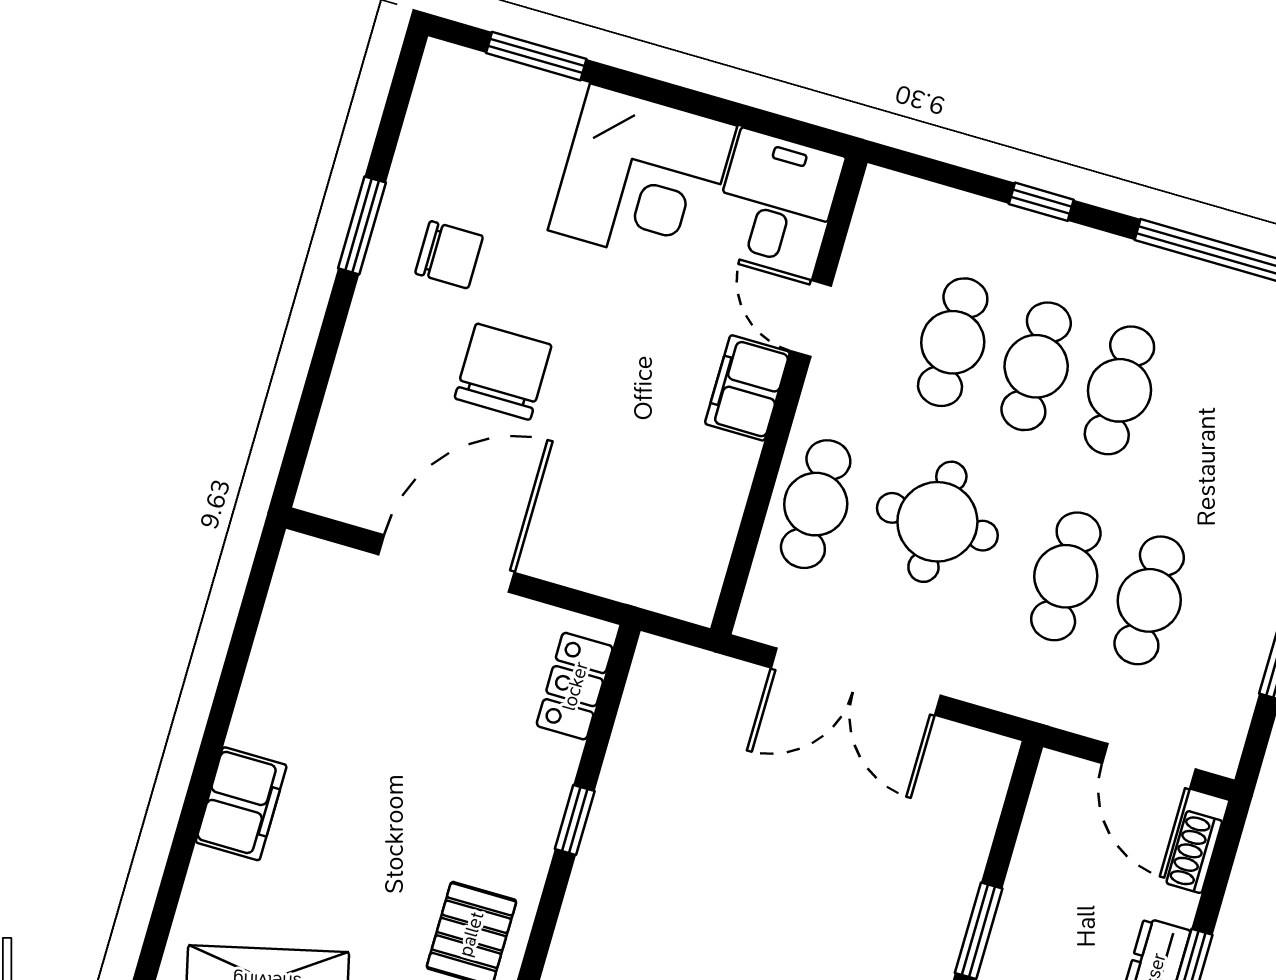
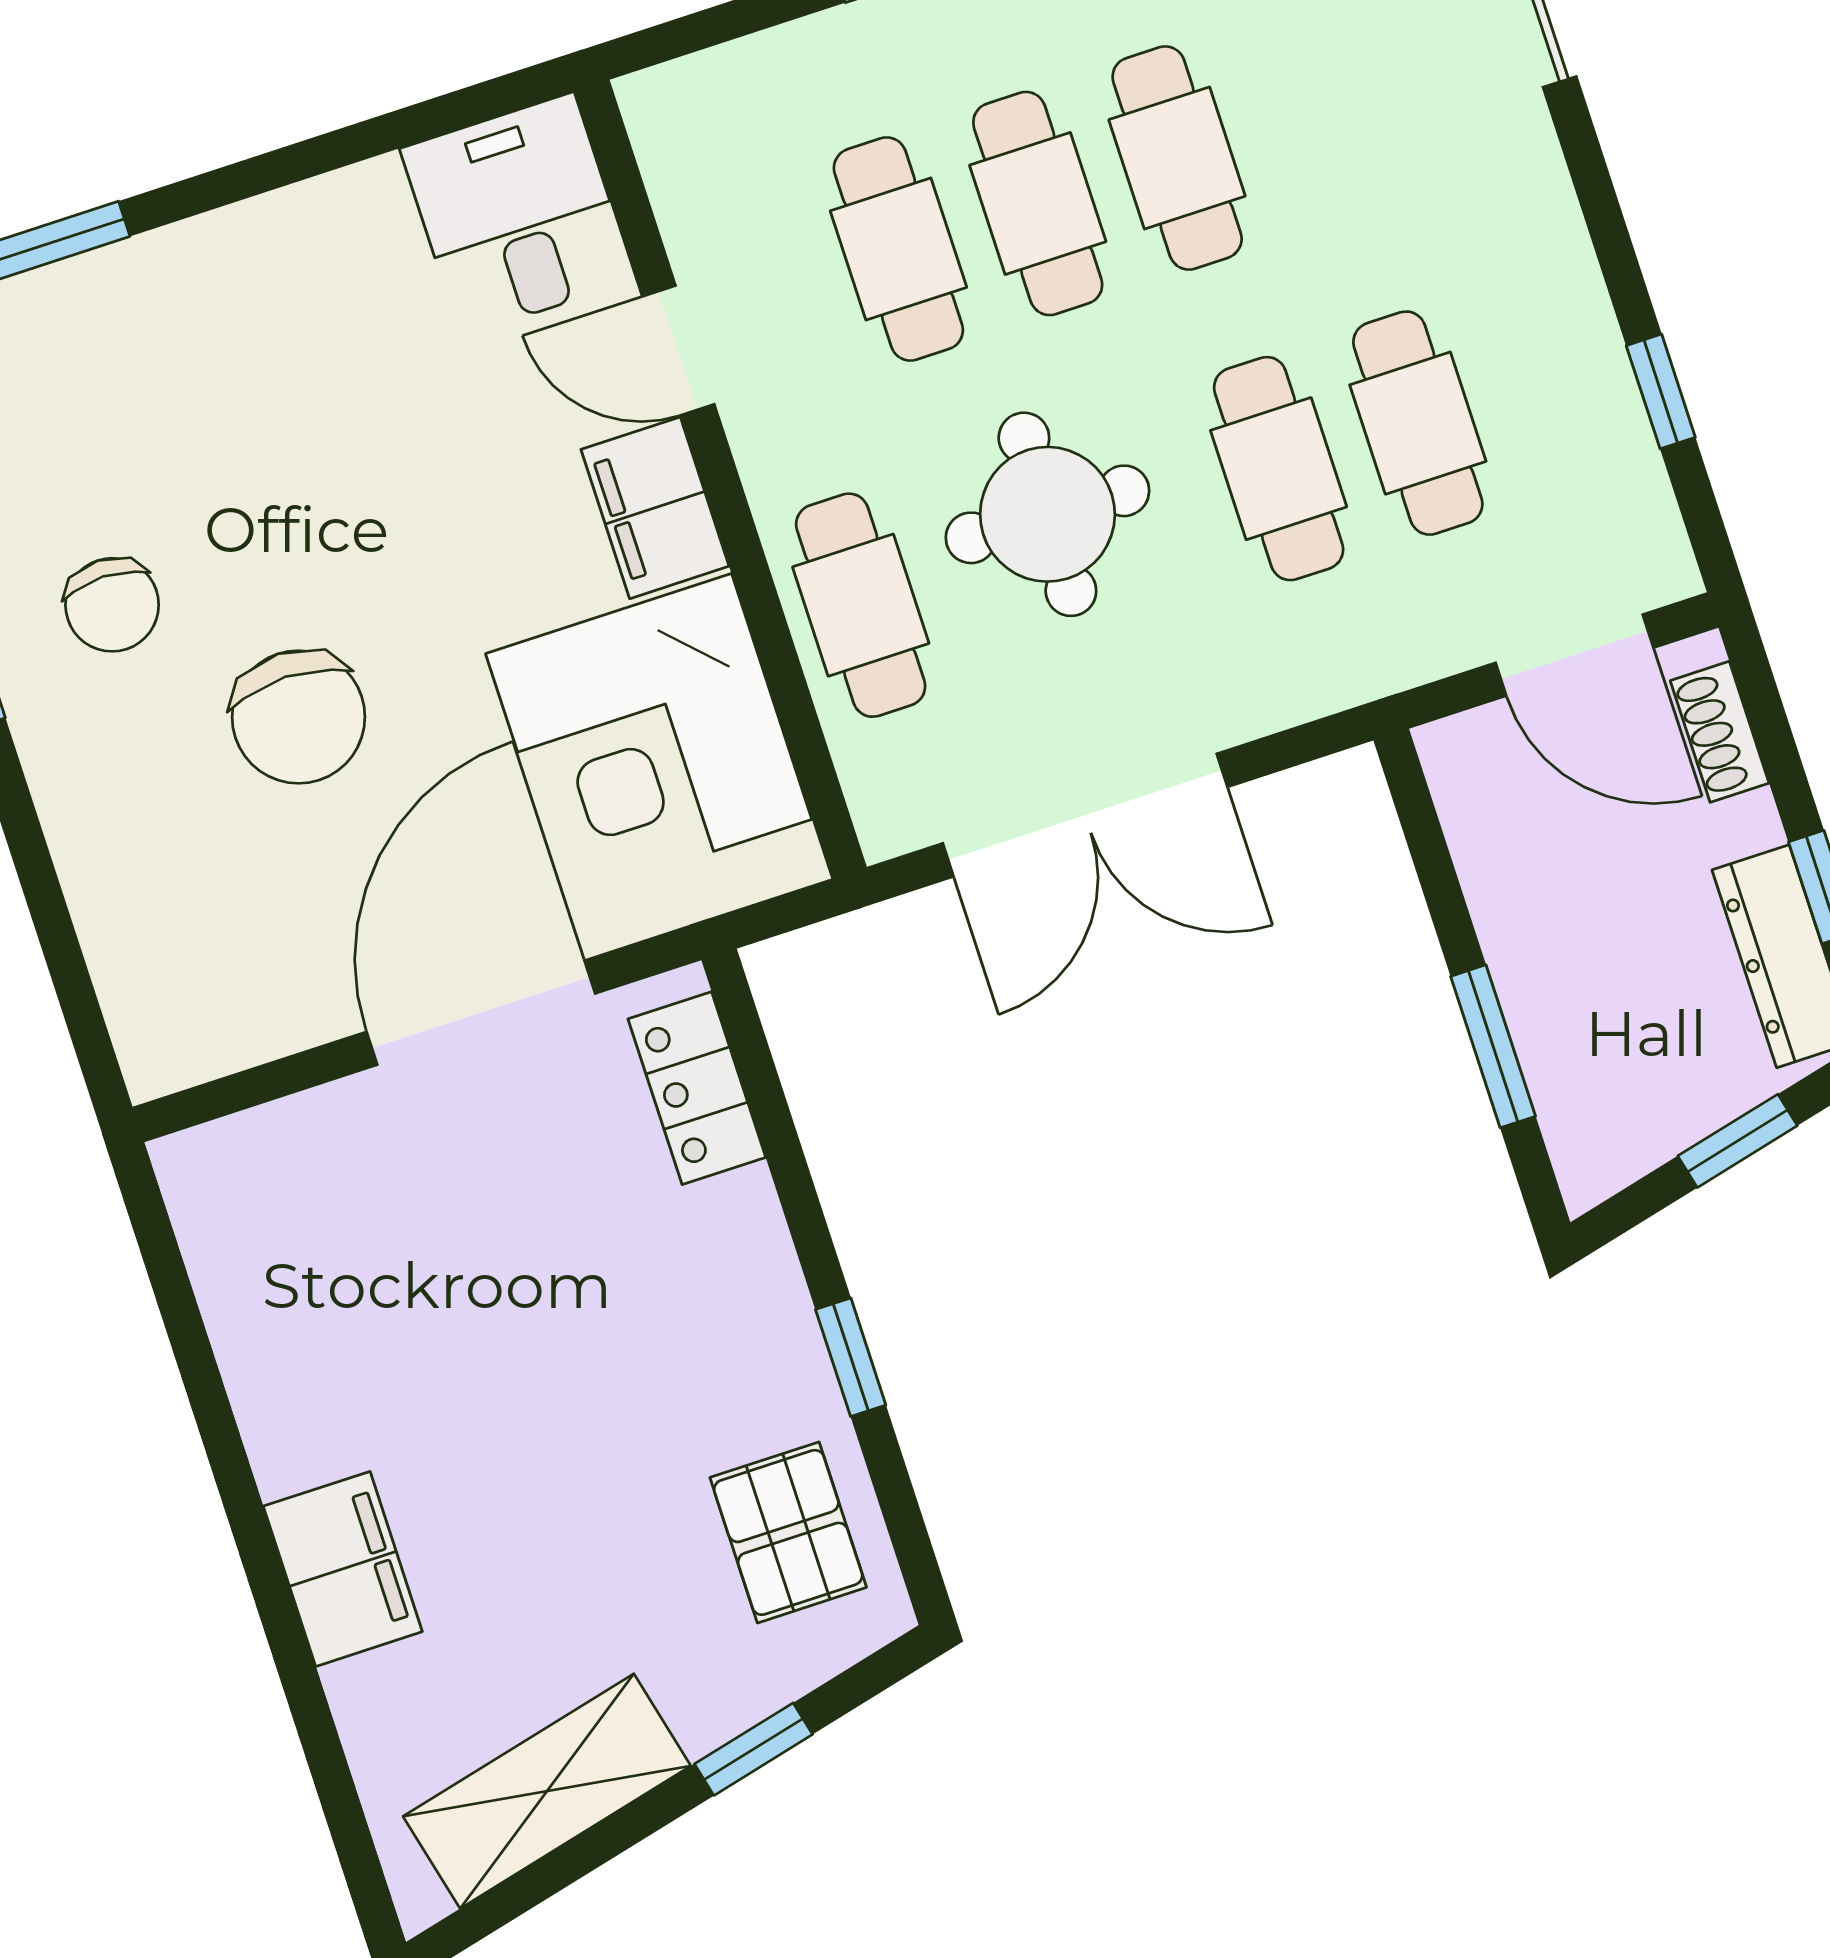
corner desk: (642, 178) -> (649, 737), moved, turned 90
chair: (449, 255) -> (112, 605), turned 90
chair: (503, 372) -> (298, 717), turned 180
door: (447, 564) -> (481, 1013), moved
window: (575, 820) -> (851, 1357), moved

